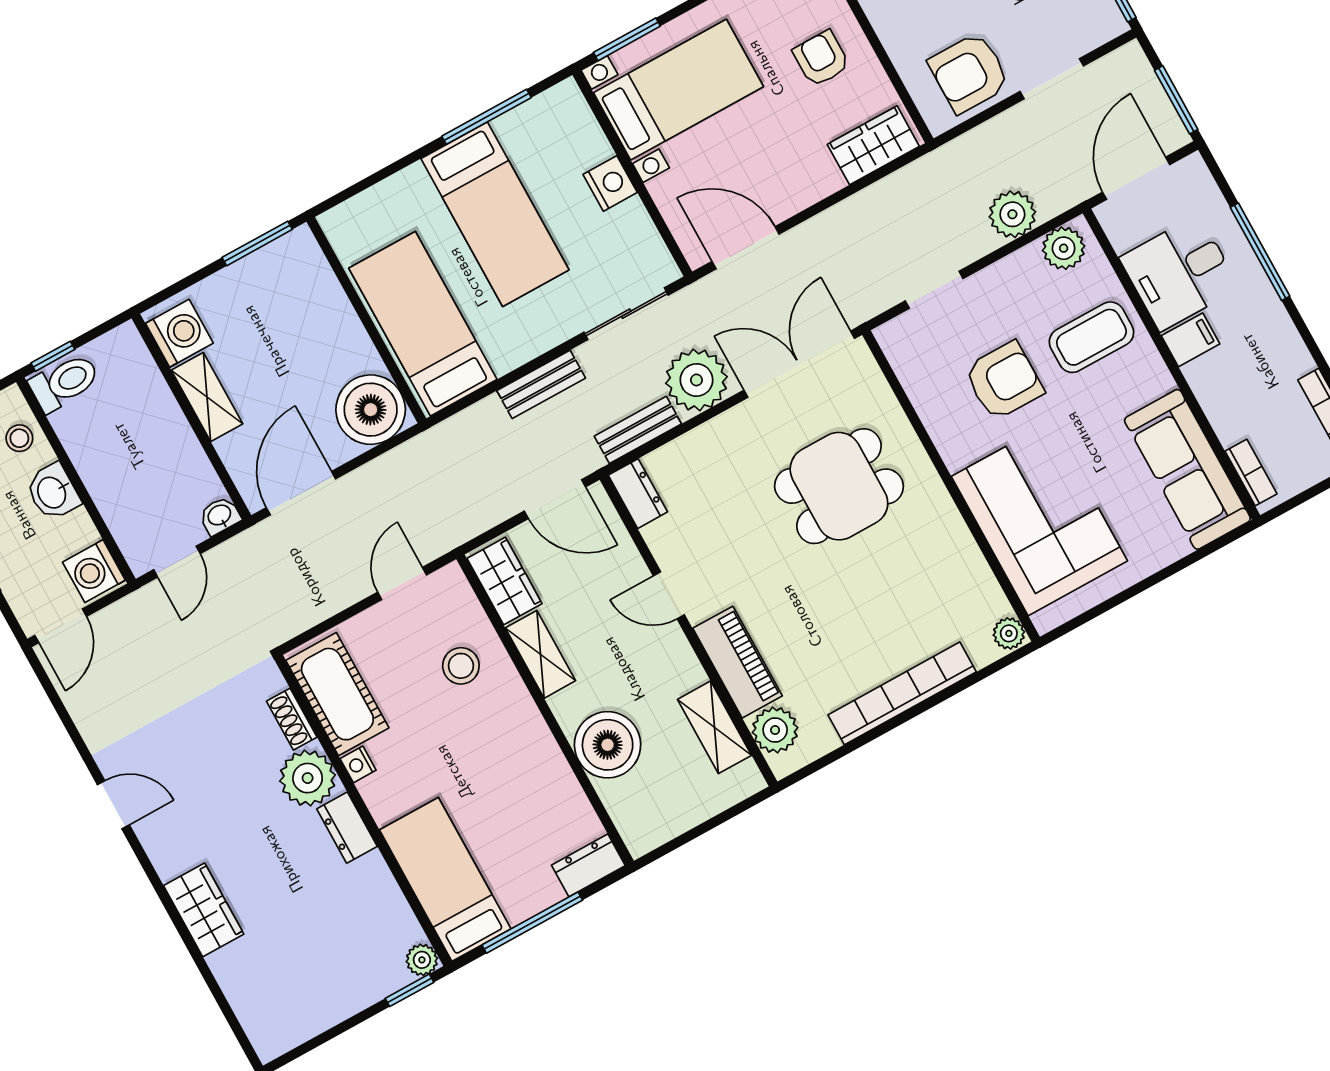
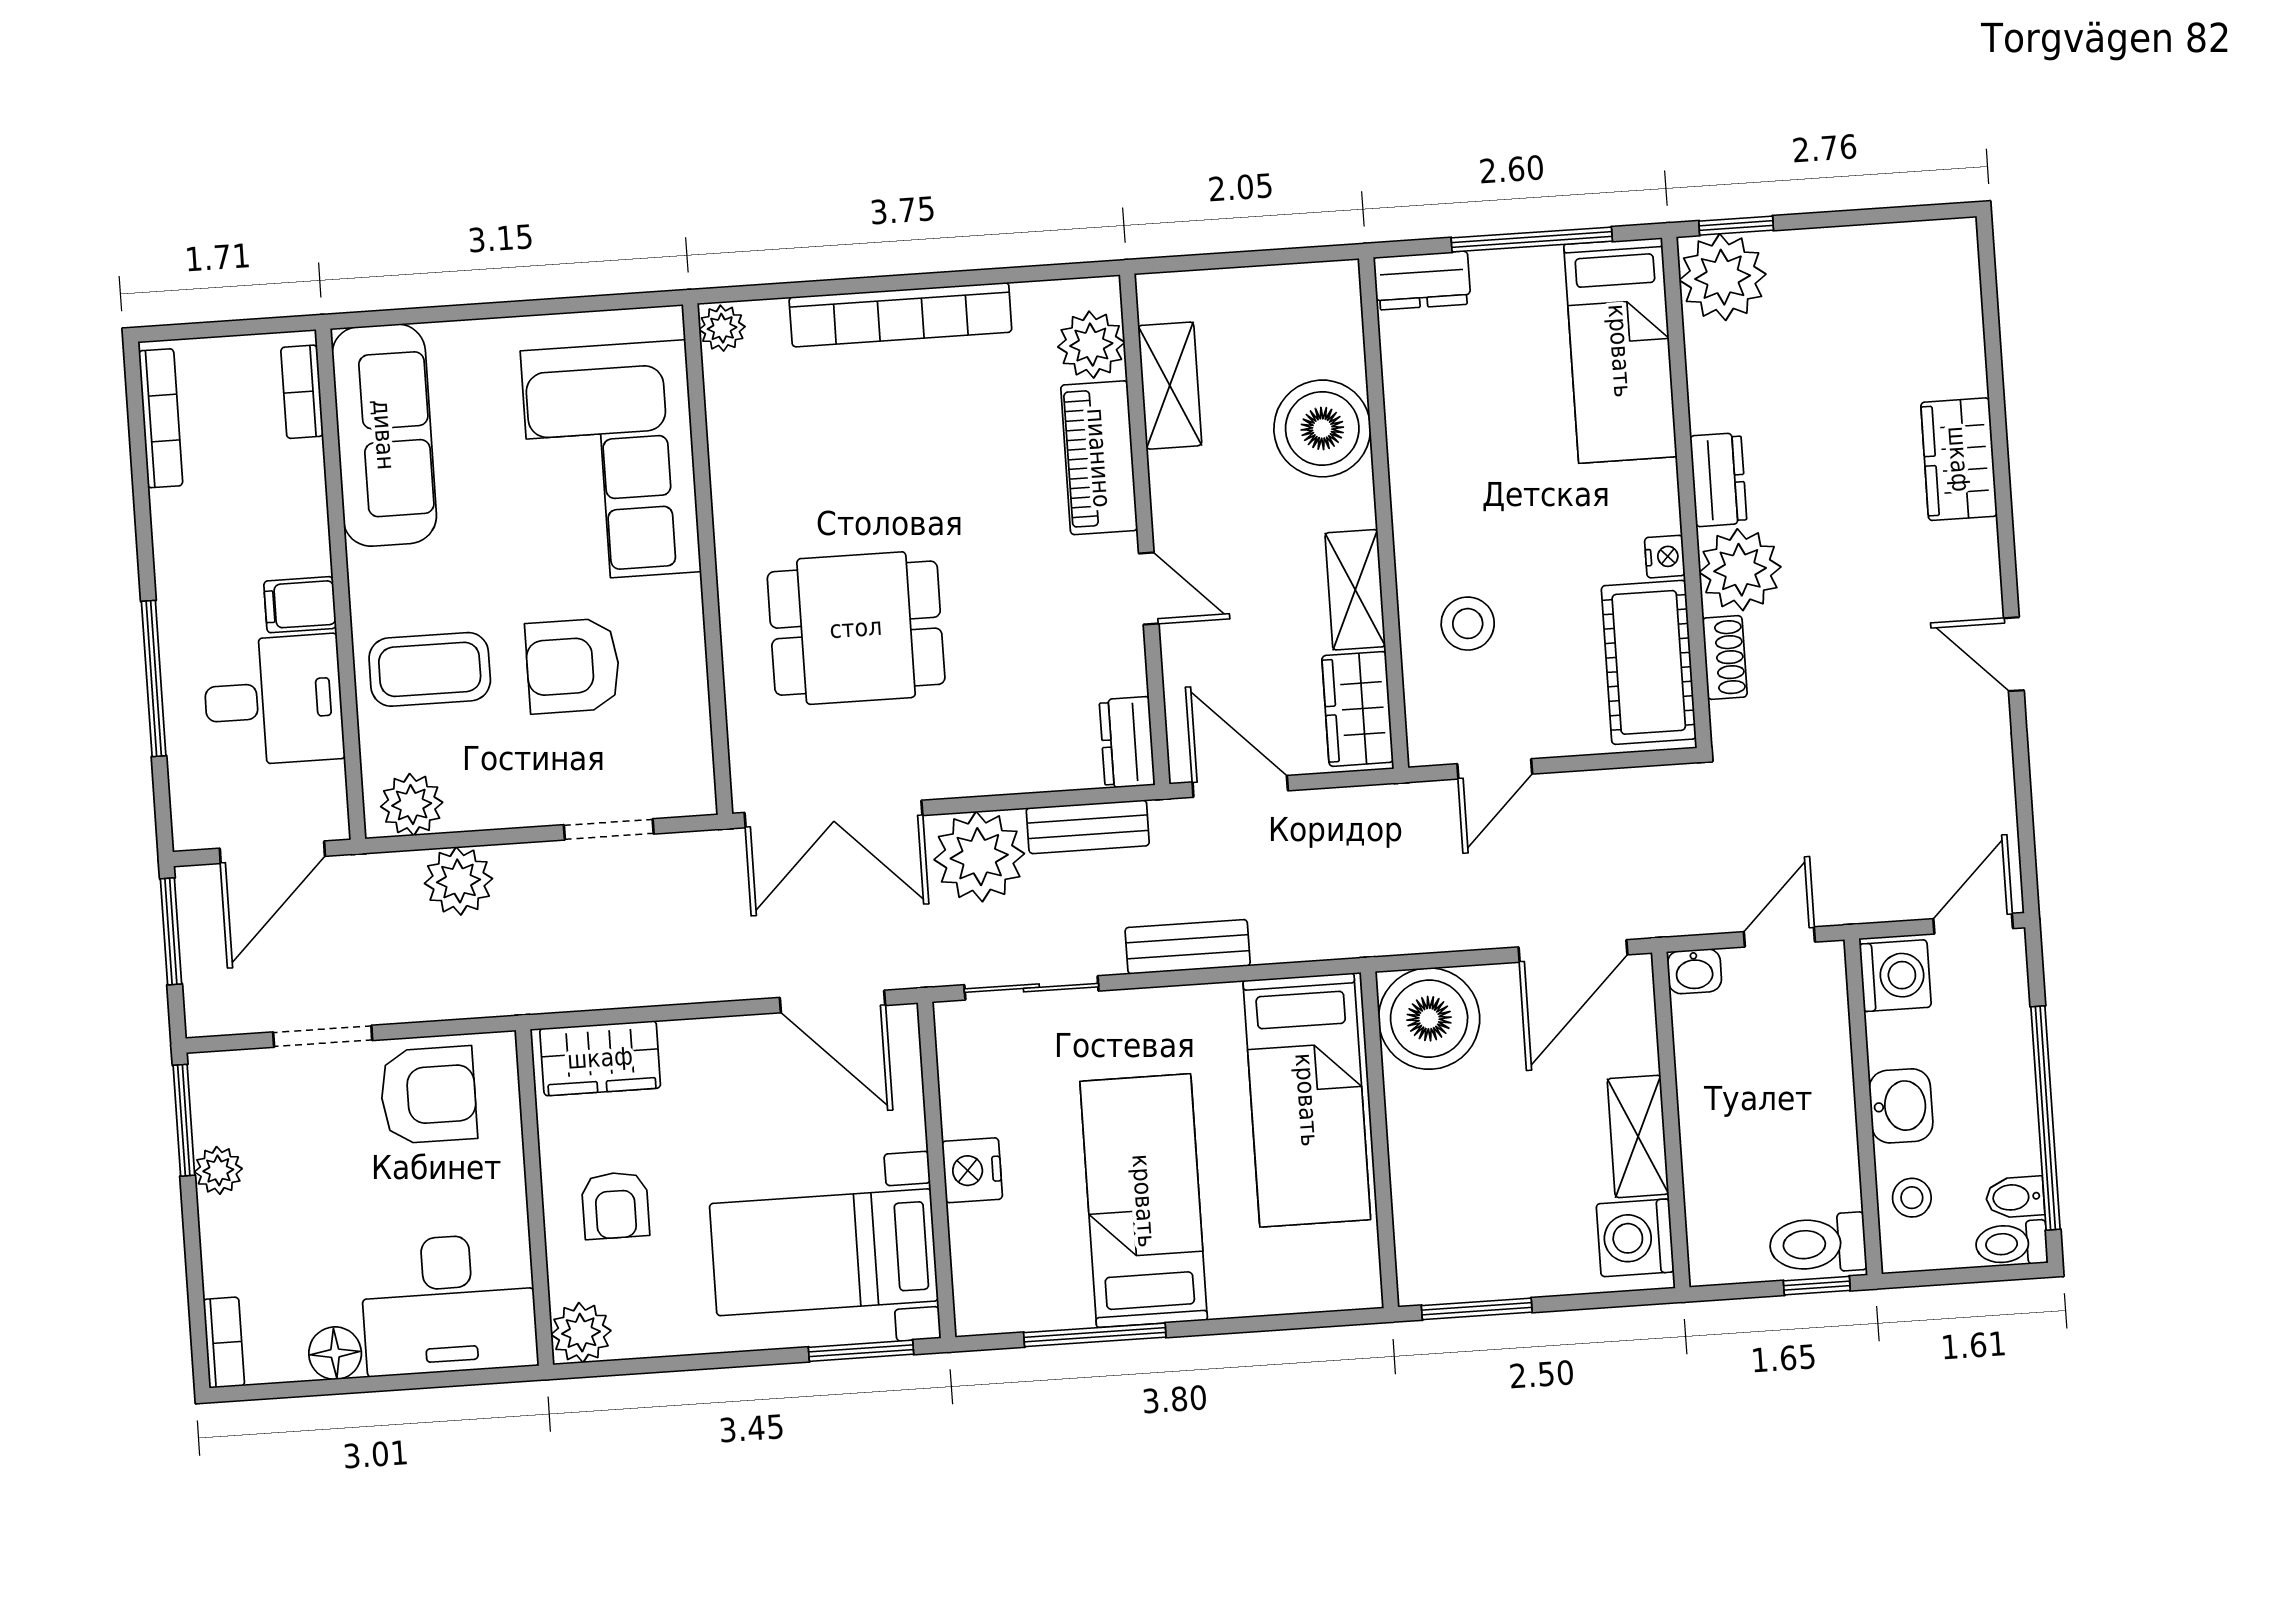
plant: (422, 960) -> (1723, 277), width x1.88, depth x1.88

